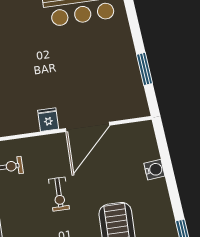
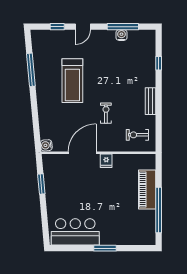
water cooler: (154, 170) -> (46, 145), moved

